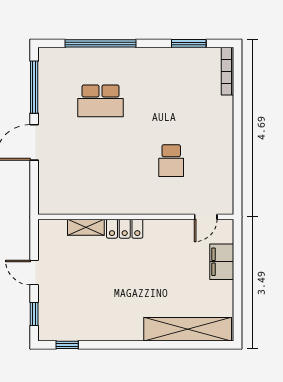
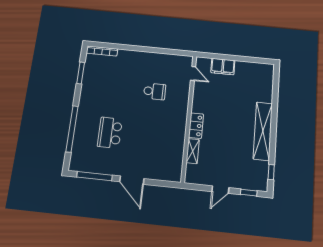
school desk: (101, 101) -> (110, 133), turned 180
shelving: (188, 329) -> (263, 131), moved

